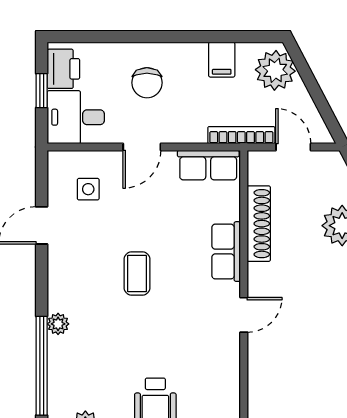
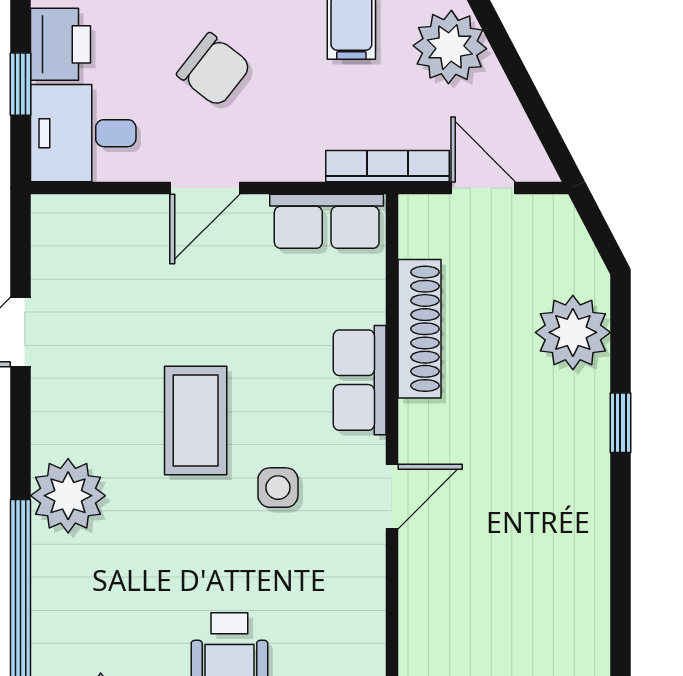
chair: (147, 83) -> (214, 70), turned -52
side table: (88, 189) -> (278, 488), moved
coffee table: (137, 273) -> (196, 421), width x1.36, depth x1.30
plant: (58, 324) -> (68, 496), width x1.87, depth x1.87

